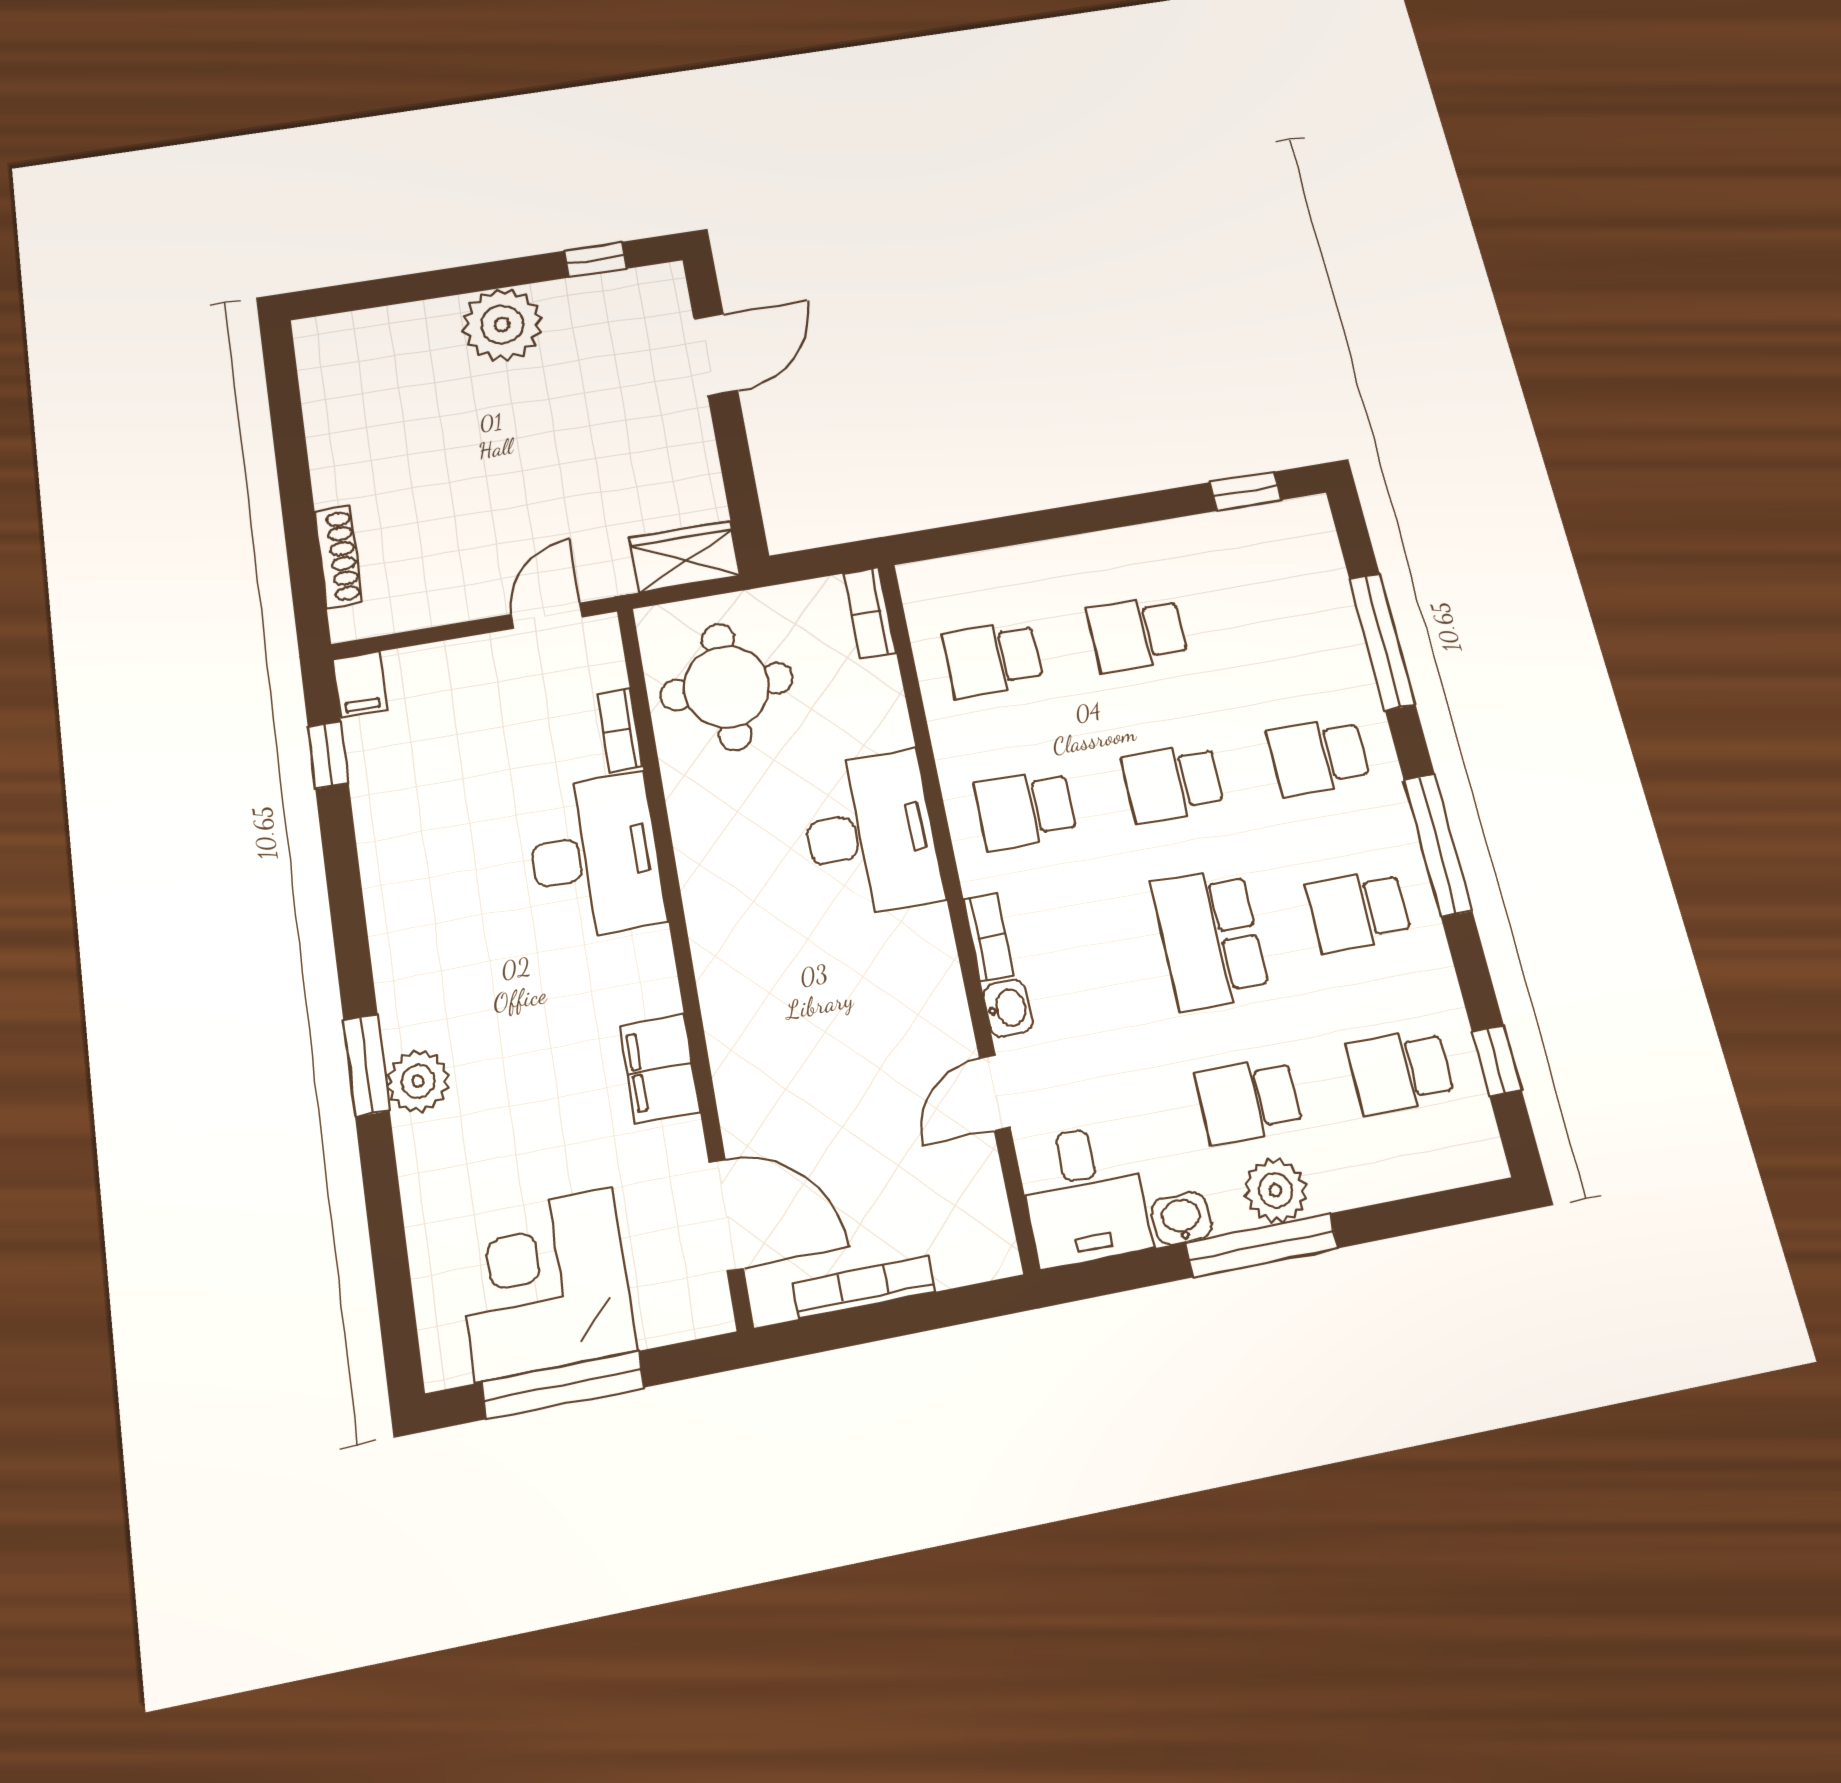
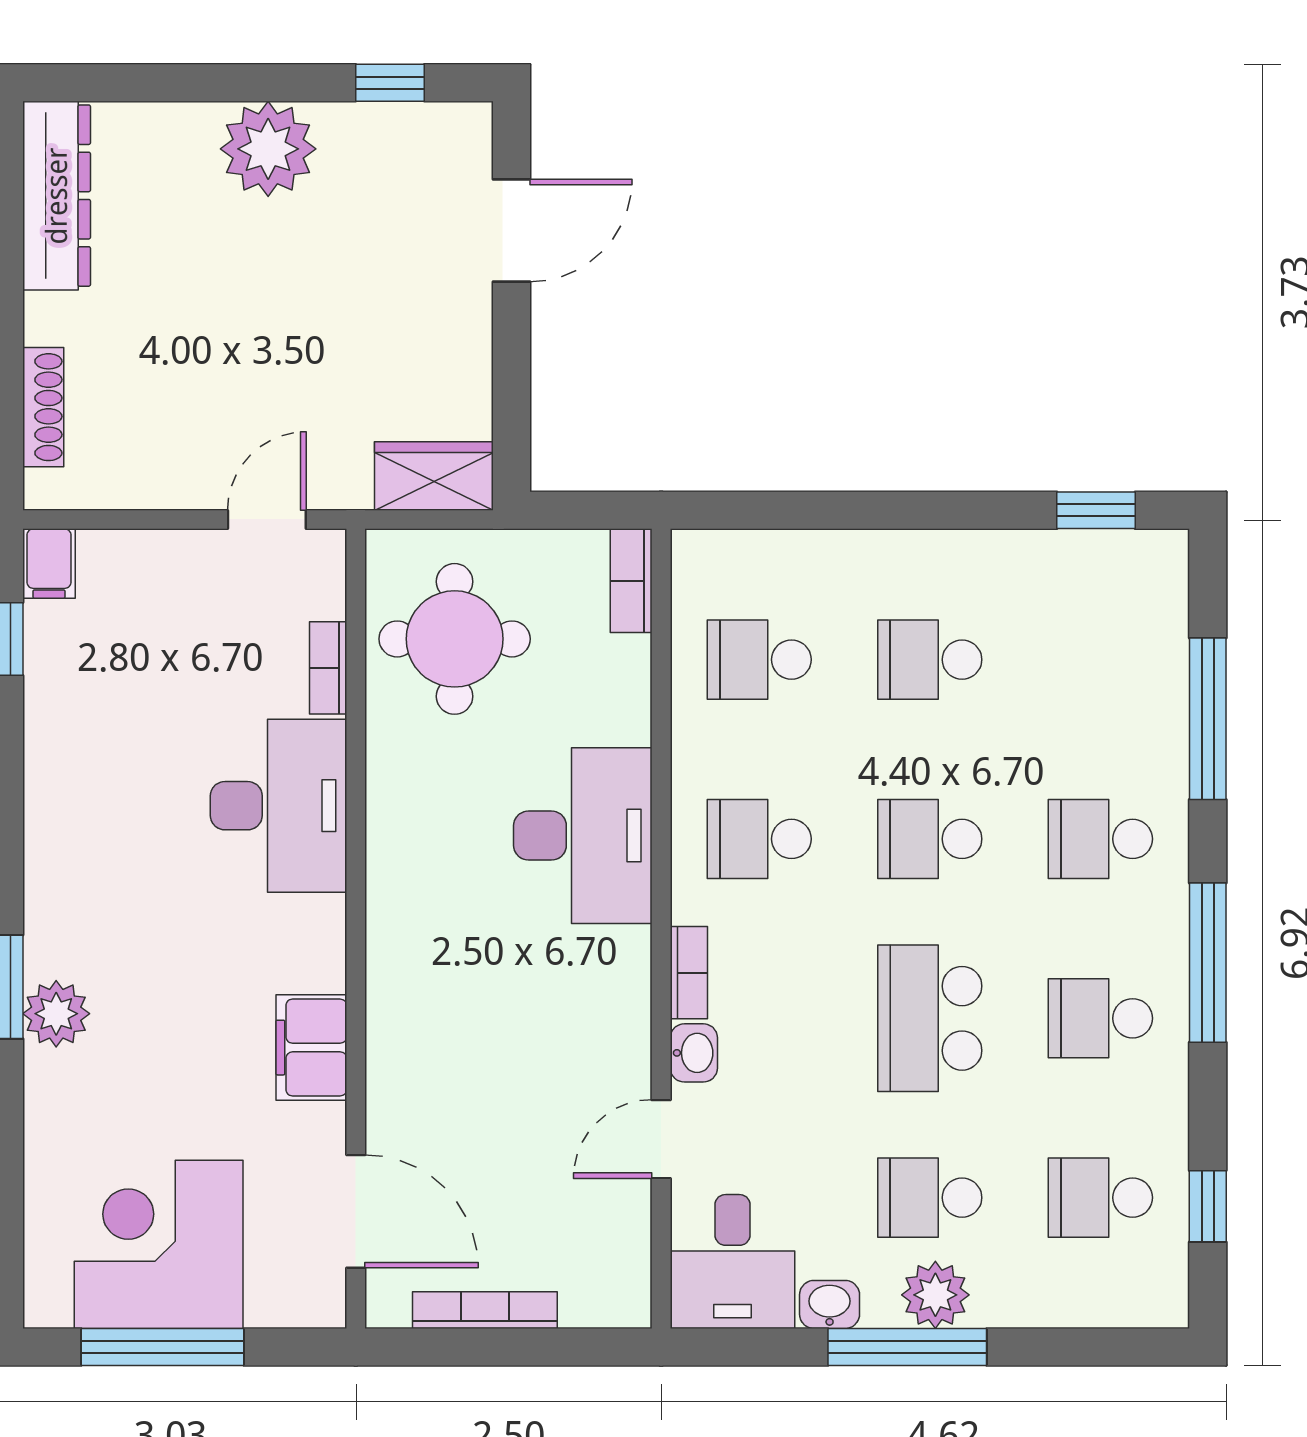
dresser: (328, 388) -> (57, 196), added

